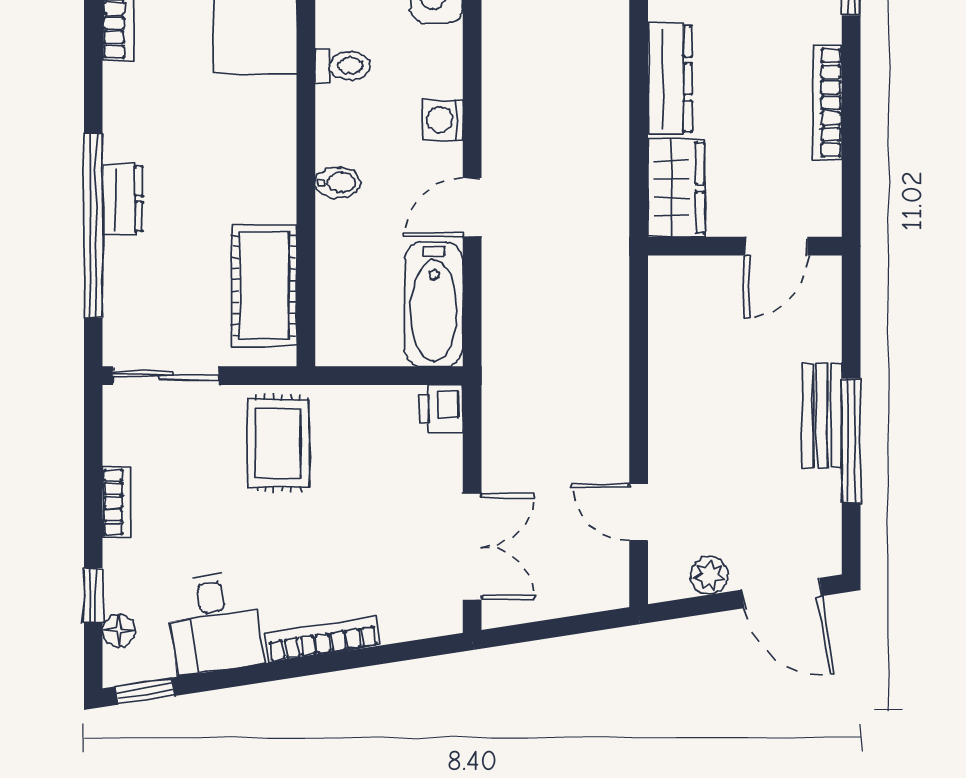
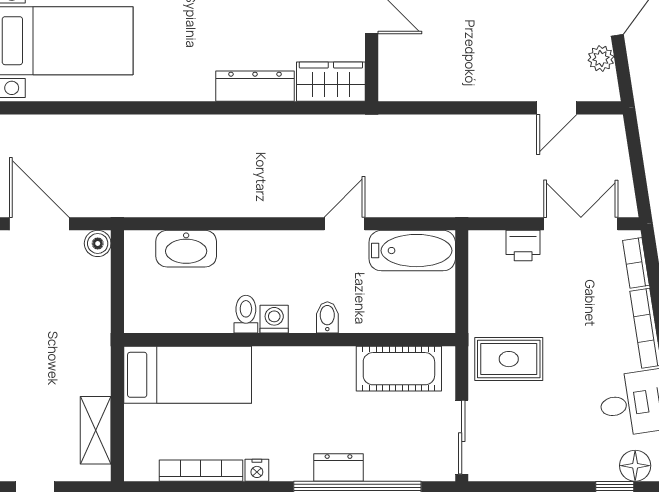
nightstand: (118, 81) -> (257, 470), added
washing machine: (443, 120) -> (274, 319), moved, turned 180
door: (472, 207) -> (345, 224), swing flipped
printer: (441, 409) -> (523, 246), moved
bookcase: (116, 502) -> (636, 263), moved, turned -99
floor lamp: (119, 631) -> (635, 466), width x1.37, depth x1.37

